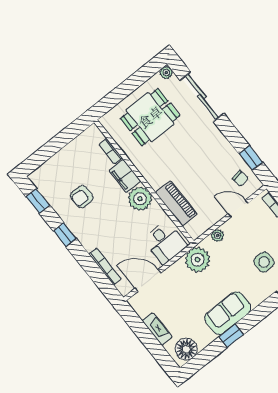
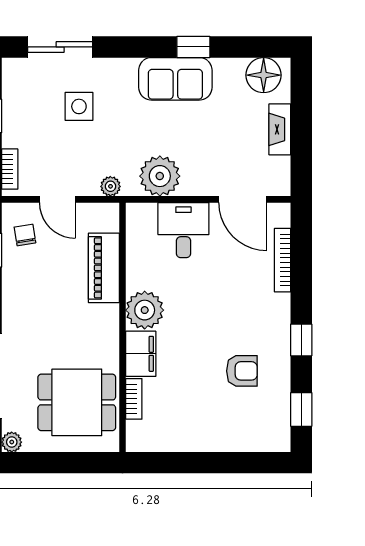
bookcase: (111, 151) -> (134, 399), moved
filing cabinet: (125, 176) -> (141, 354), moved
wall: (144, 182) -> (122, 327), moved
plant: (140, 199) -> (145, 310), moved
piano: (176, 203) -> (104, 268), moved

